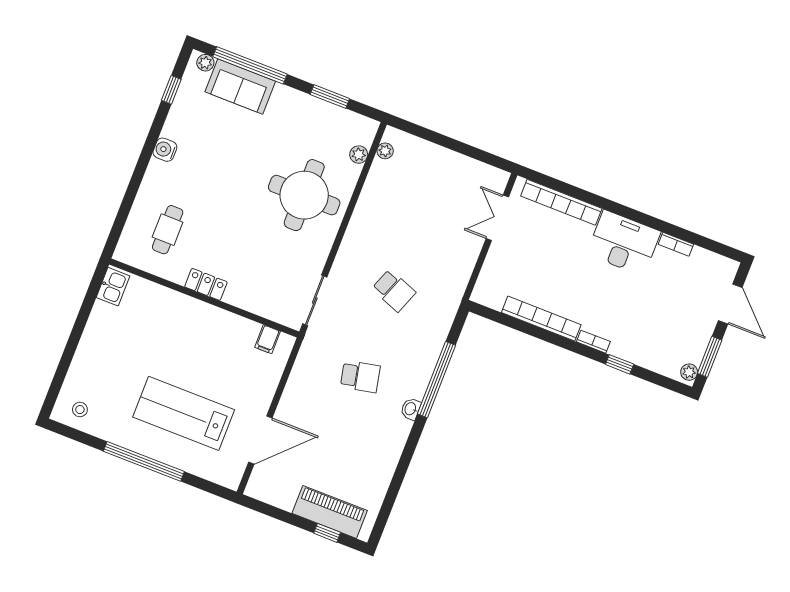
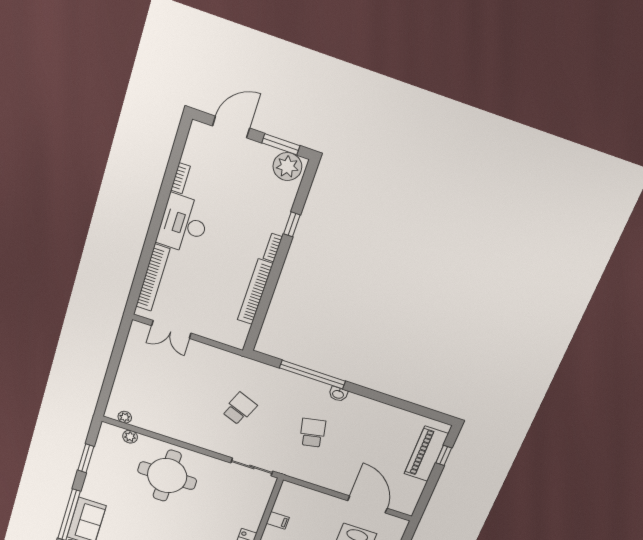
filing cabinet: (268, 339) -> (278, 520), moved
plant: (689, 372) -> (287, 167), width x1.88, depth x1.88

